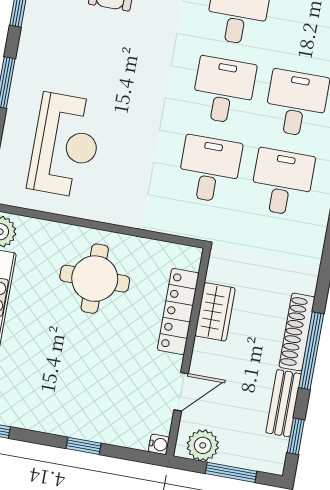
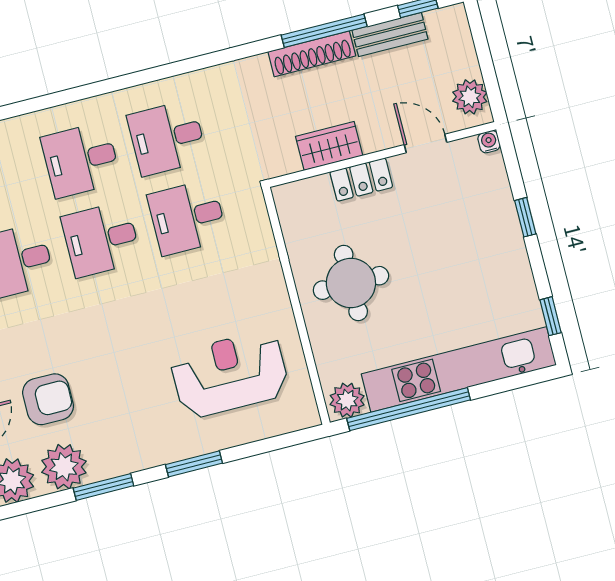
locker: (178, 311) -> (361, 180), width x0.66
window: (231, 472) -> (484, 56), removed

